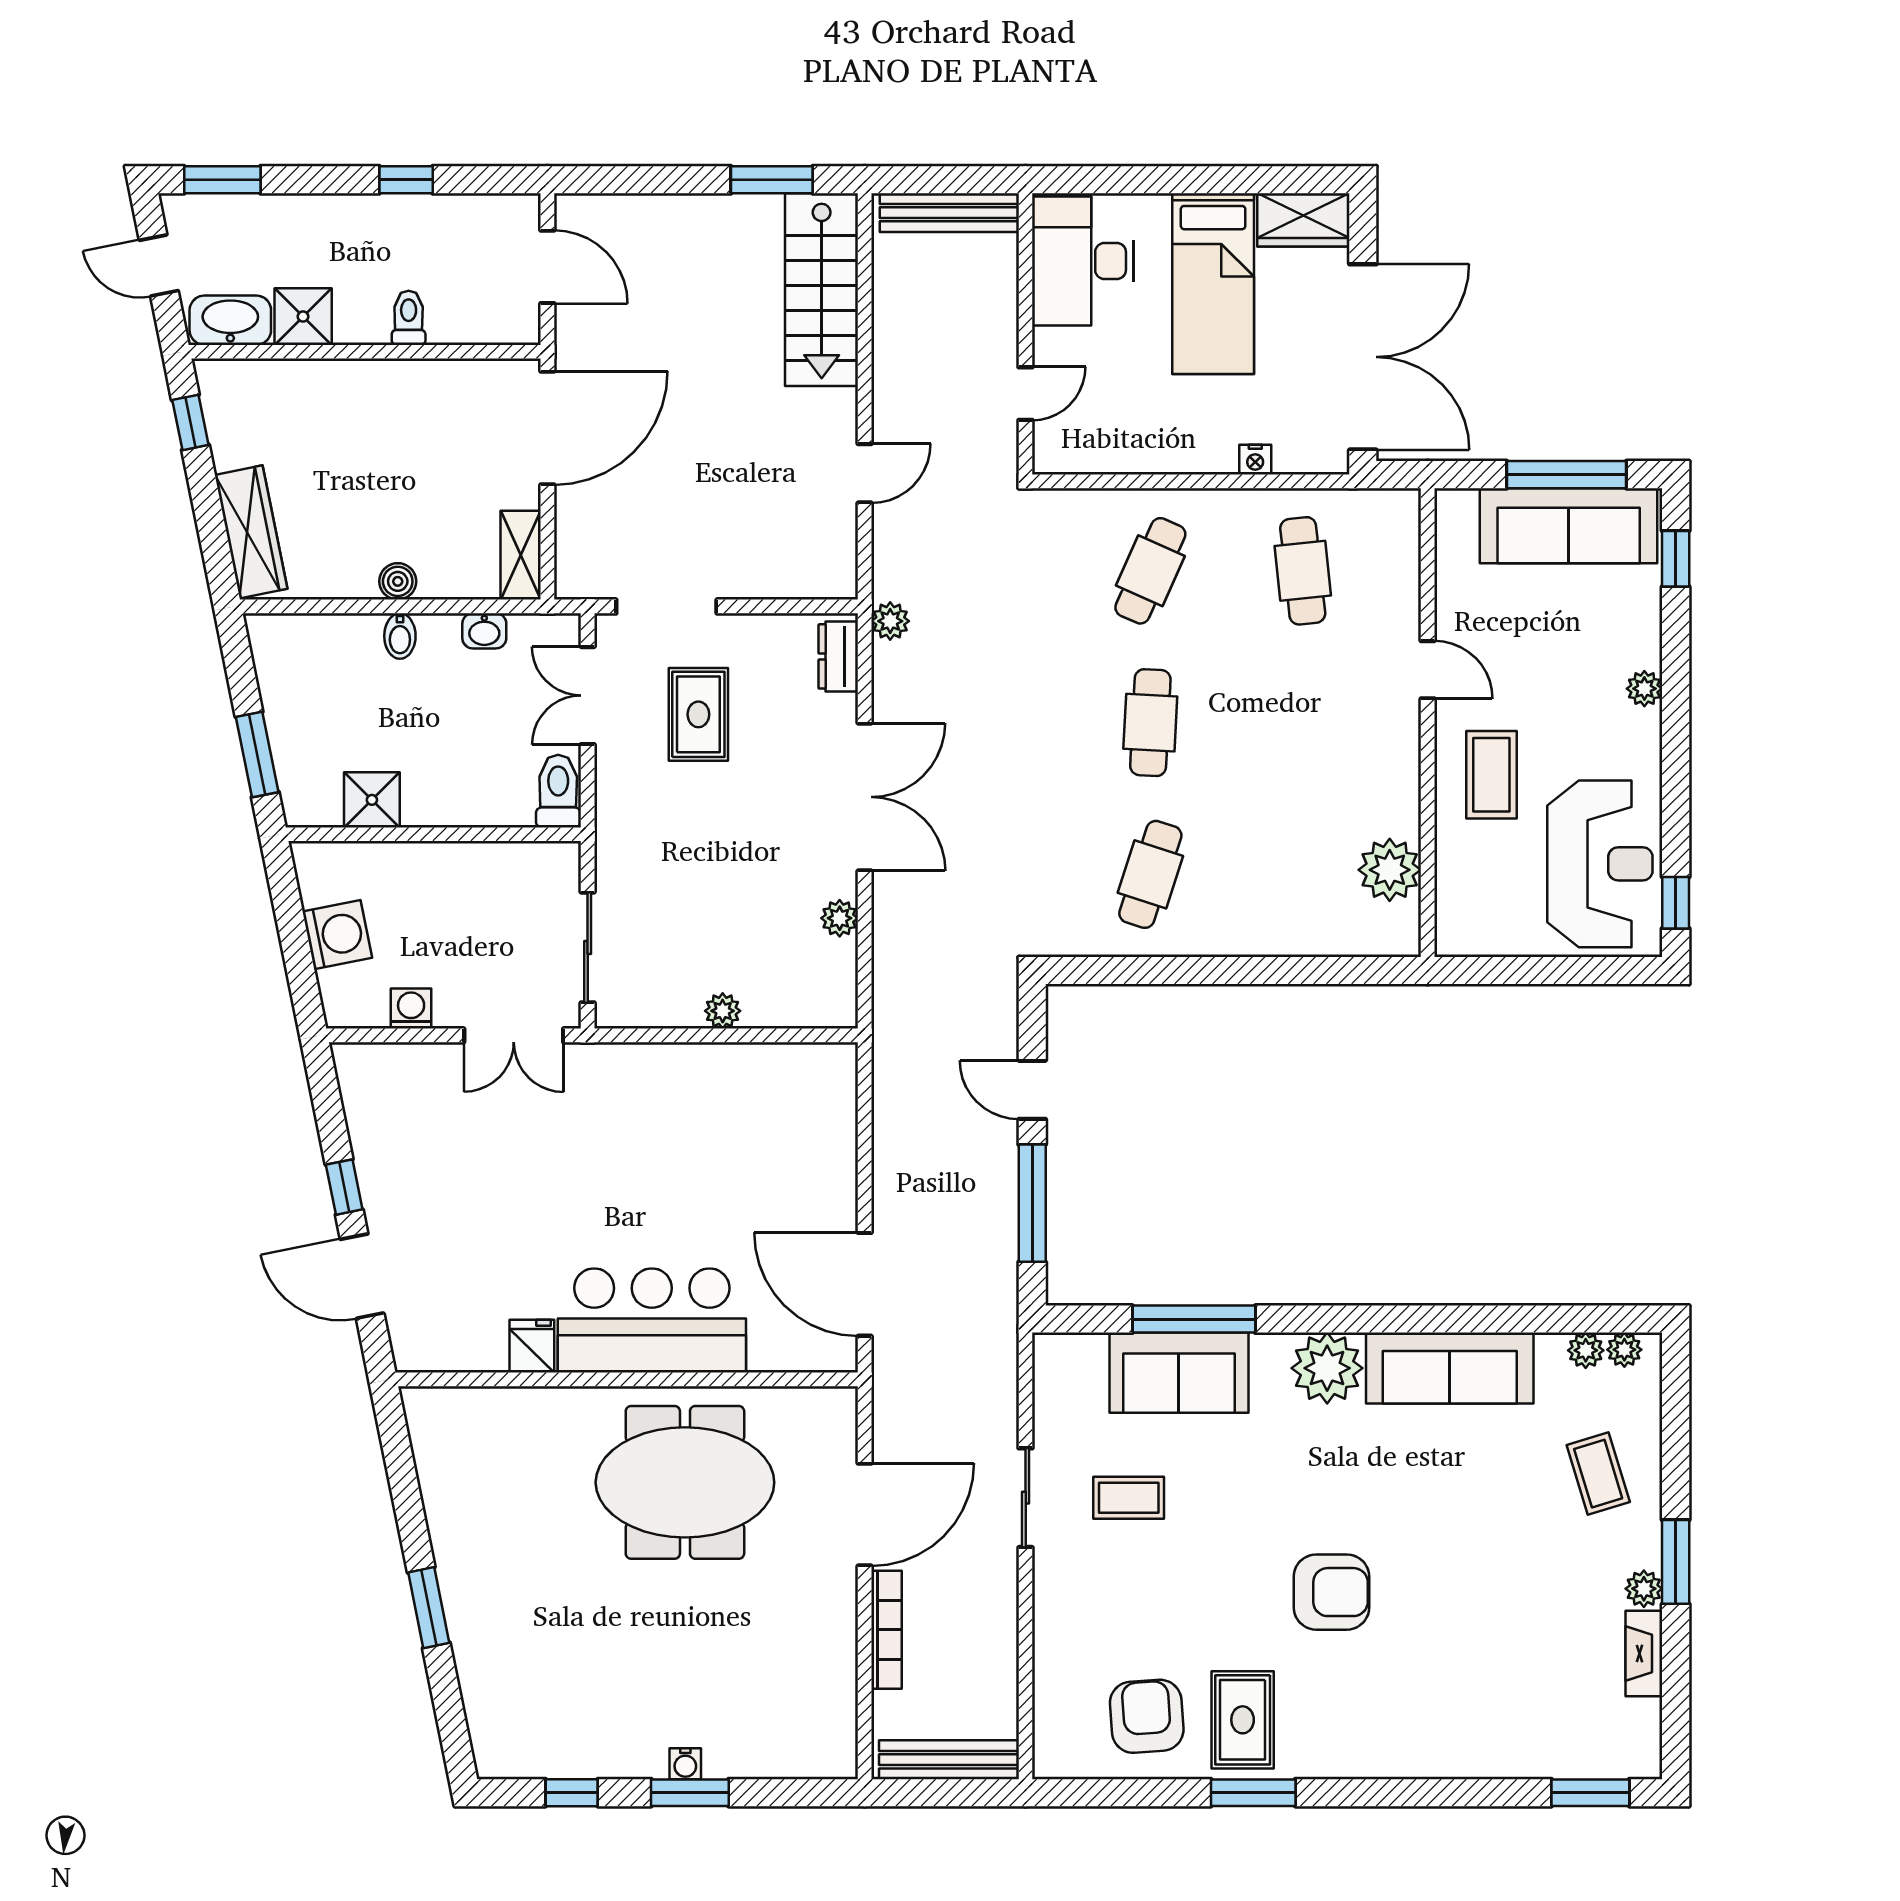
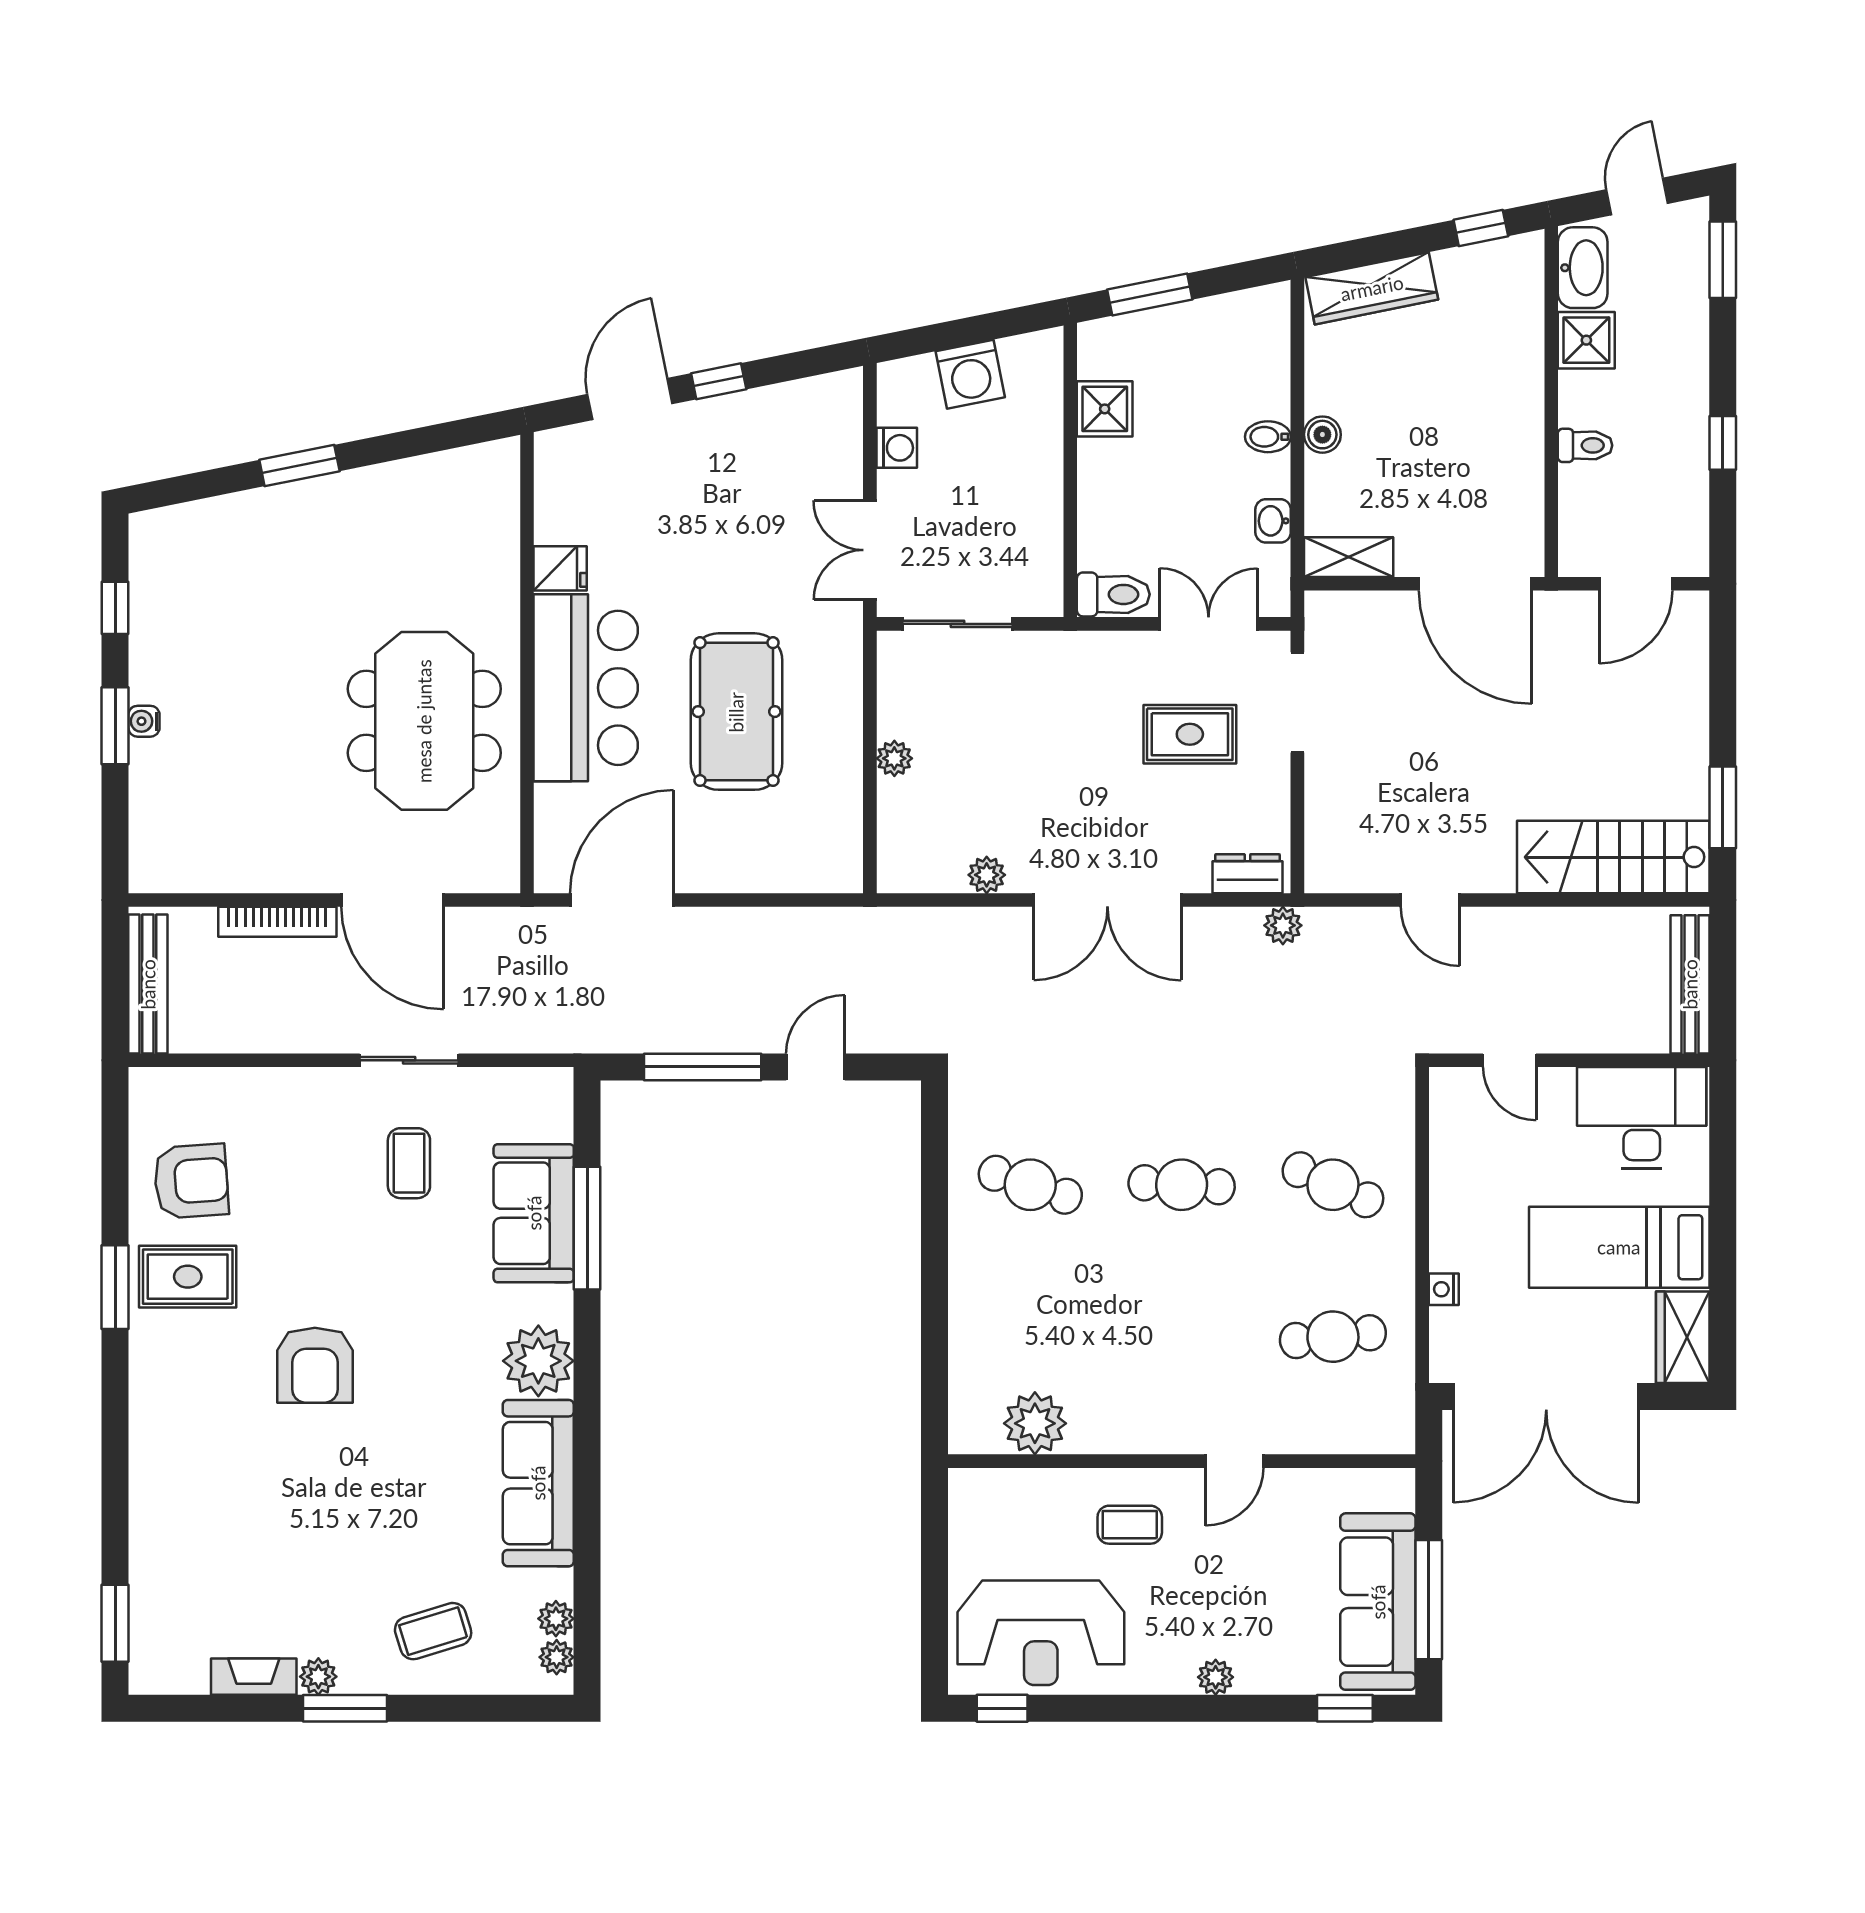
coffee table: (1491, 775) -> (1130, 1525), width x0.73, depth x0.77
pool table: (676, 1169) -> (736, 712), added

